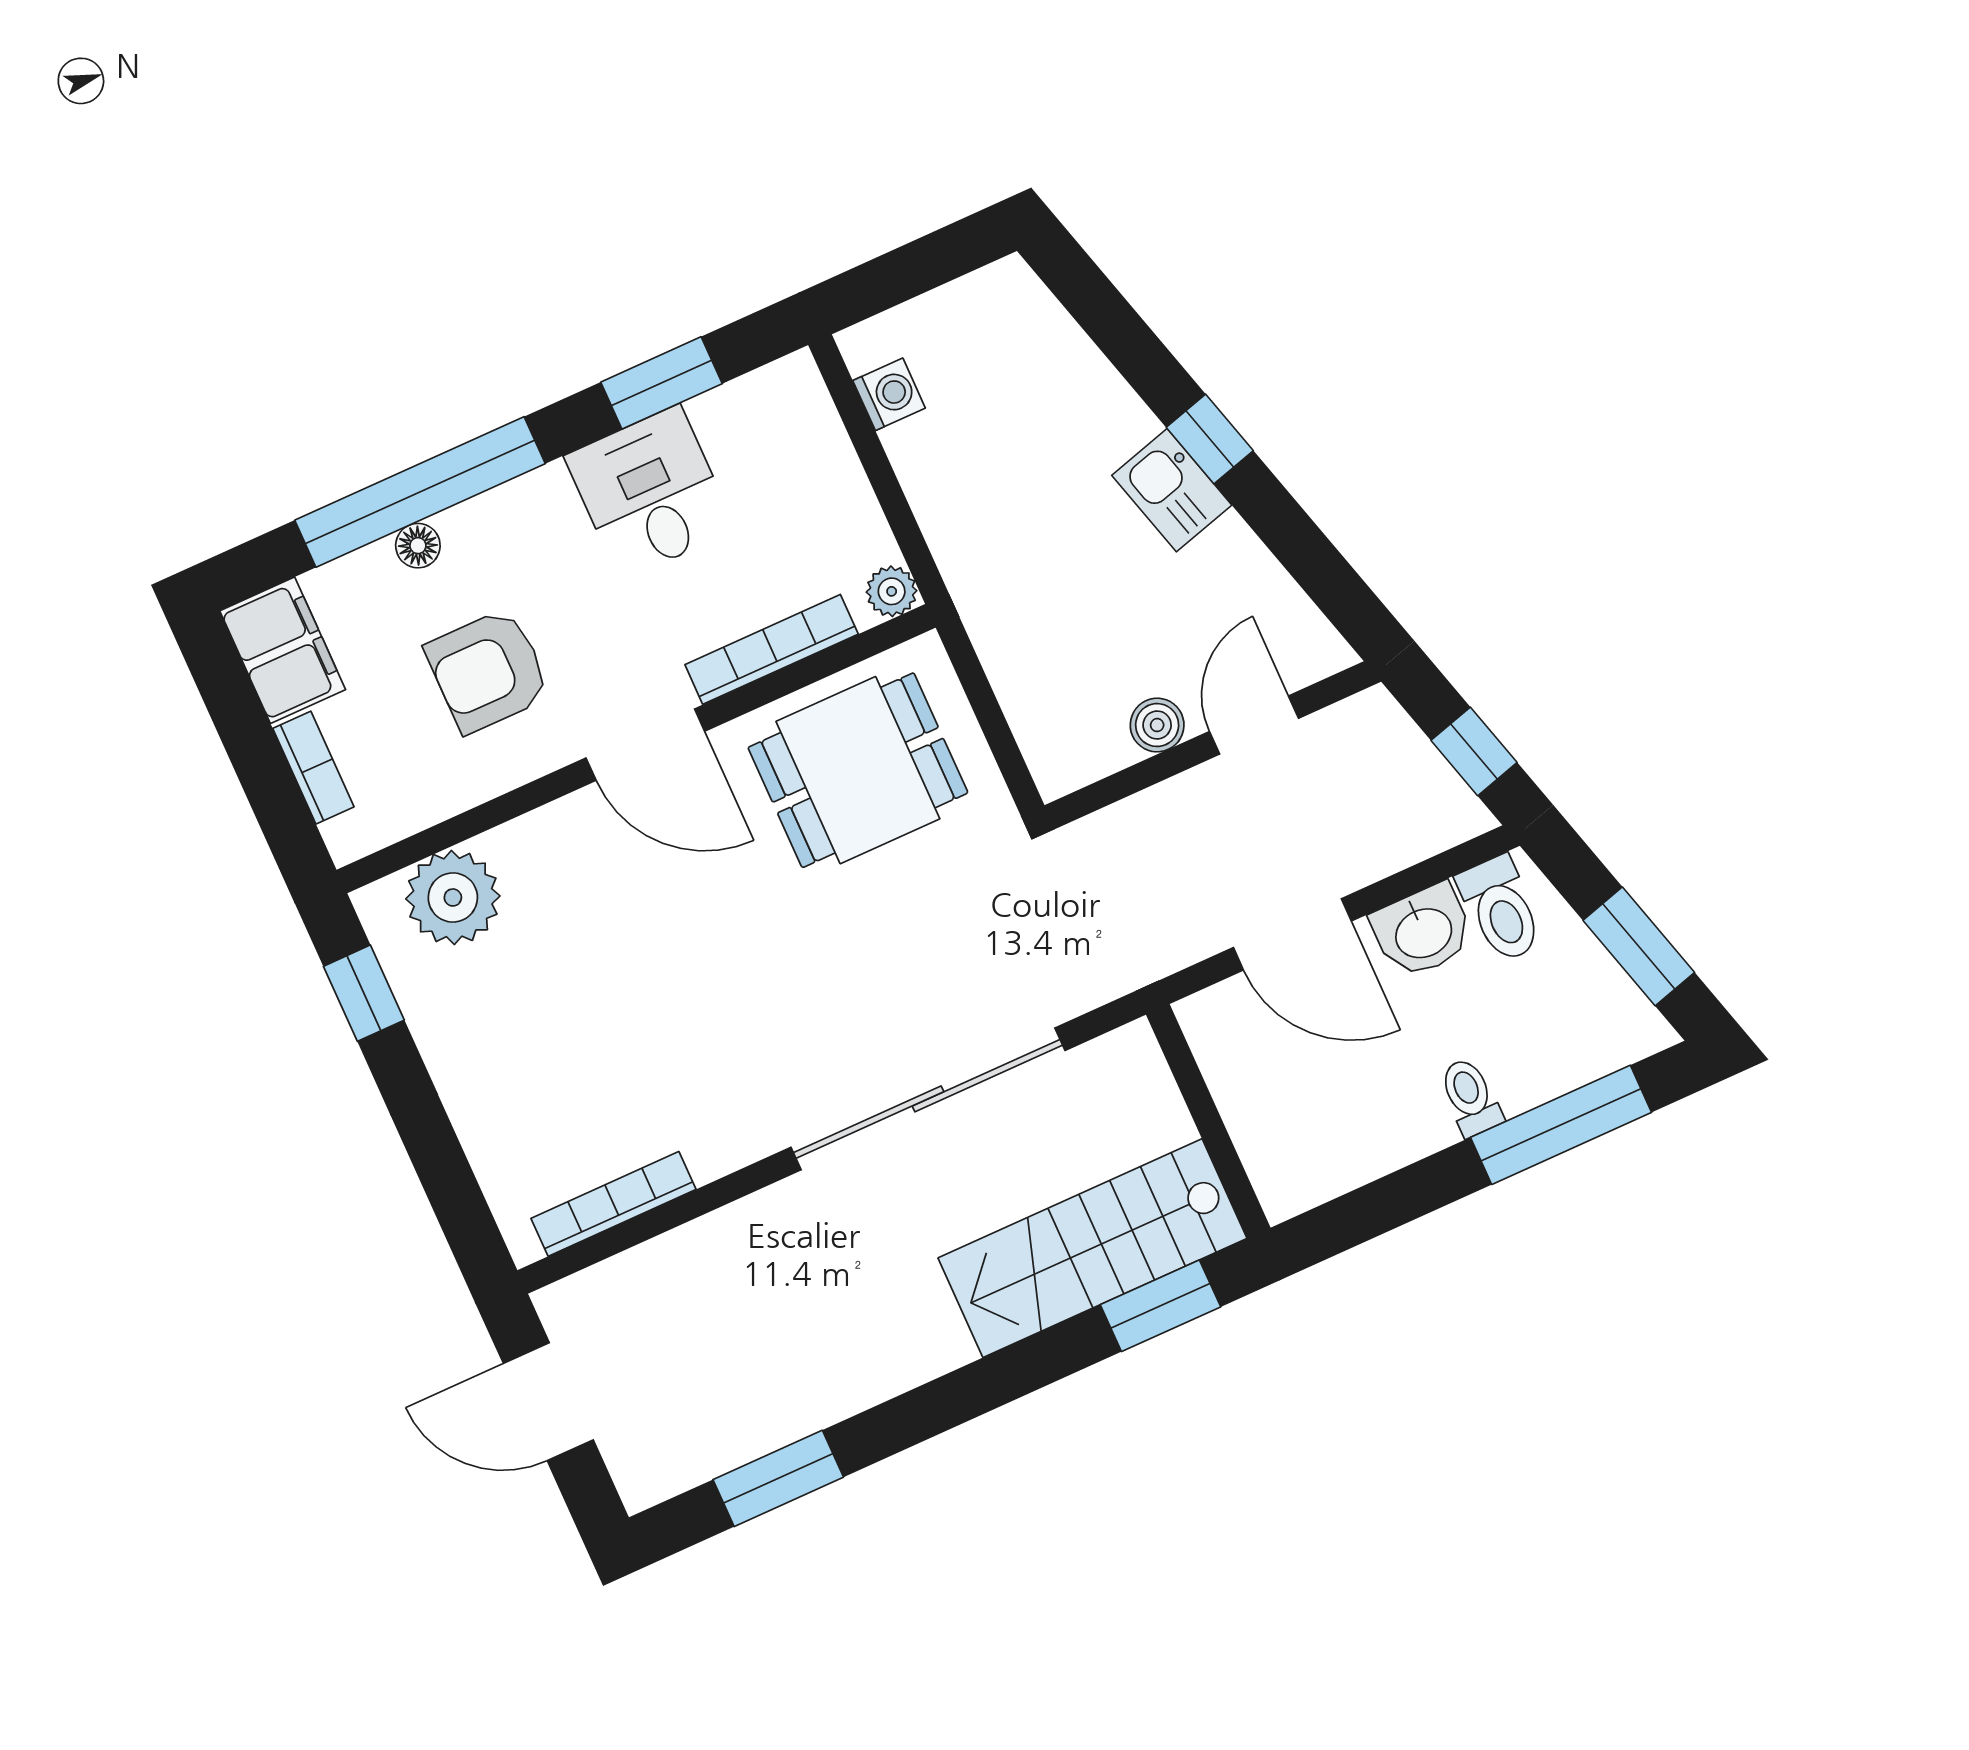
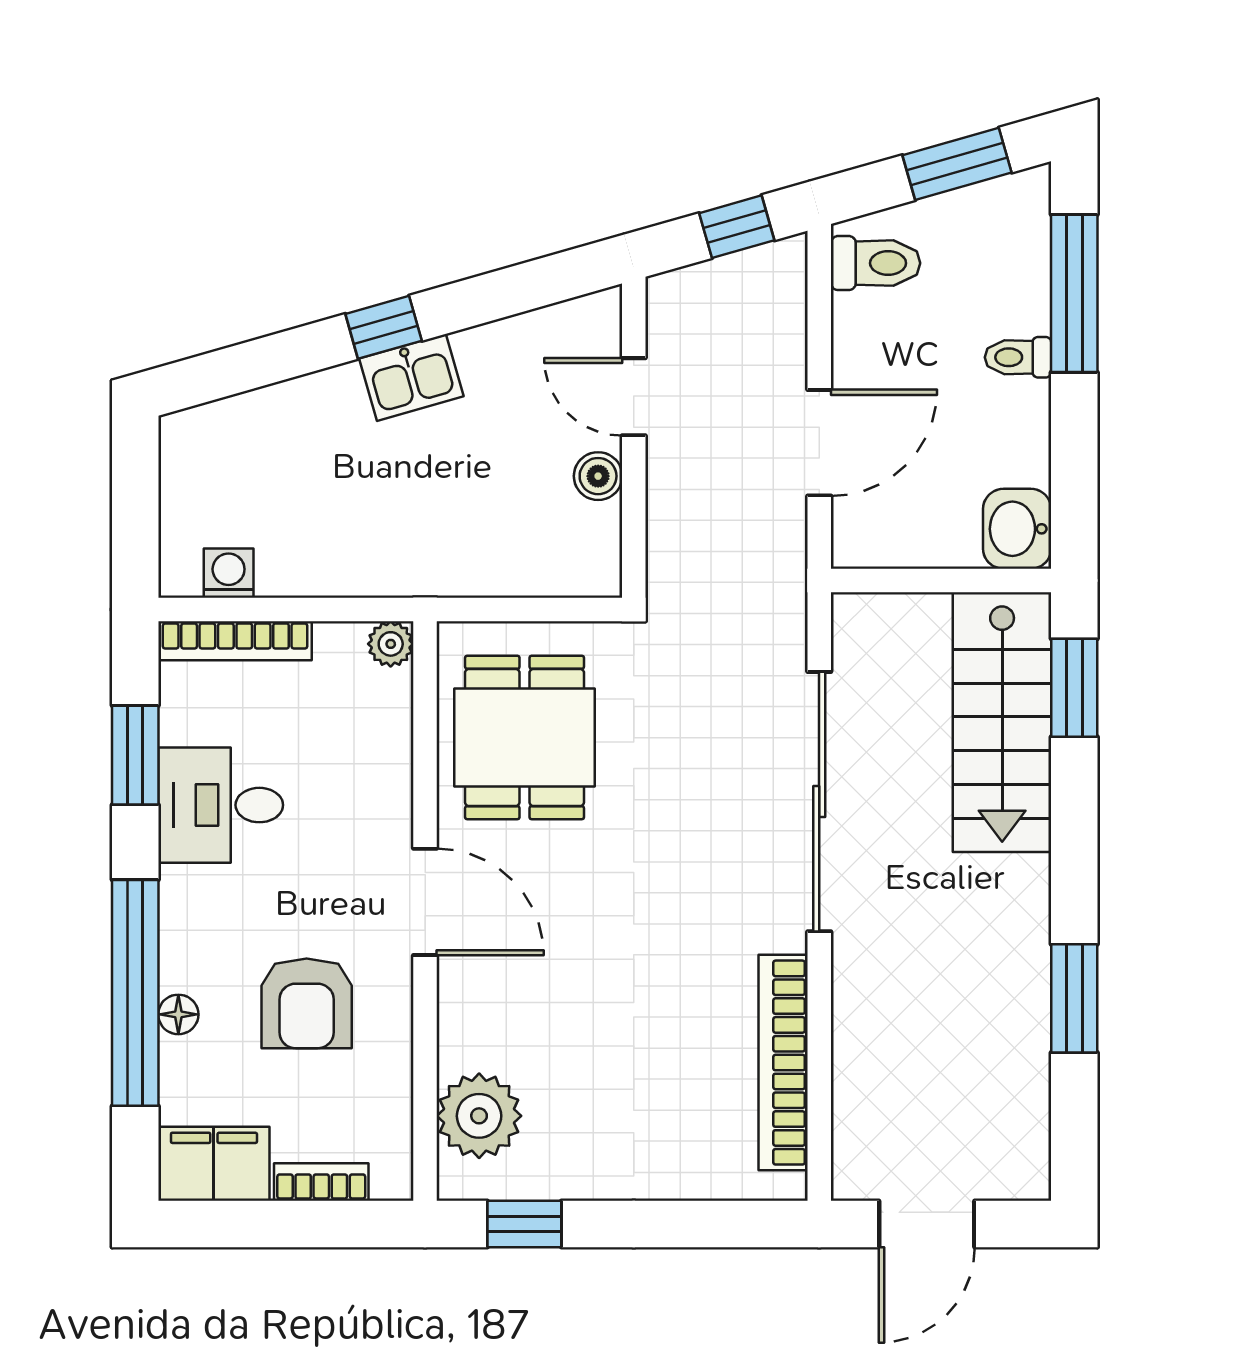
bookcase: (772, 649) -> (235, 641), moved, turned -90
door: (645, 745) -> (425, 902), hinge flipped
washbasin: (1423, 931) -> (1017, 529), moved, turned 180
bookcase: (614, 1204) -> (783, 1063), width x1.48, depth x1.31
window: (778, 1478) -> (1074, 998), moved

